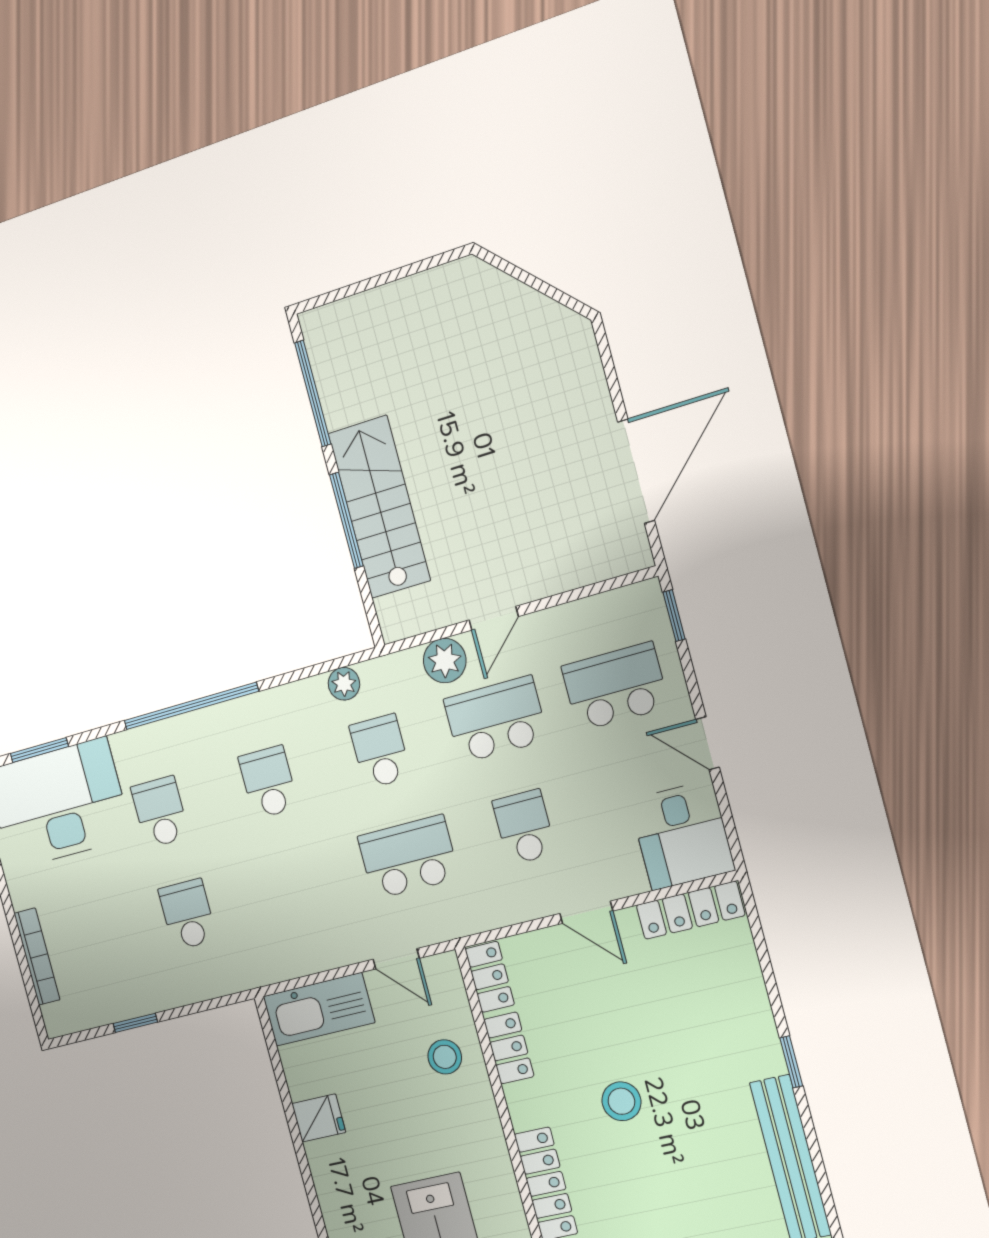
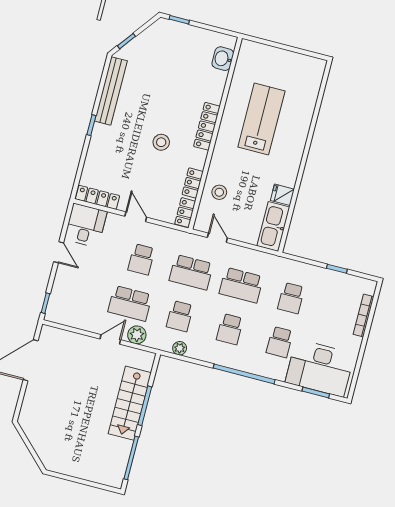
school desk: (615, 687) -> (241, 285), moved
kitchen sink: (319, 1009) -> (273, 226), moved, turned -90

